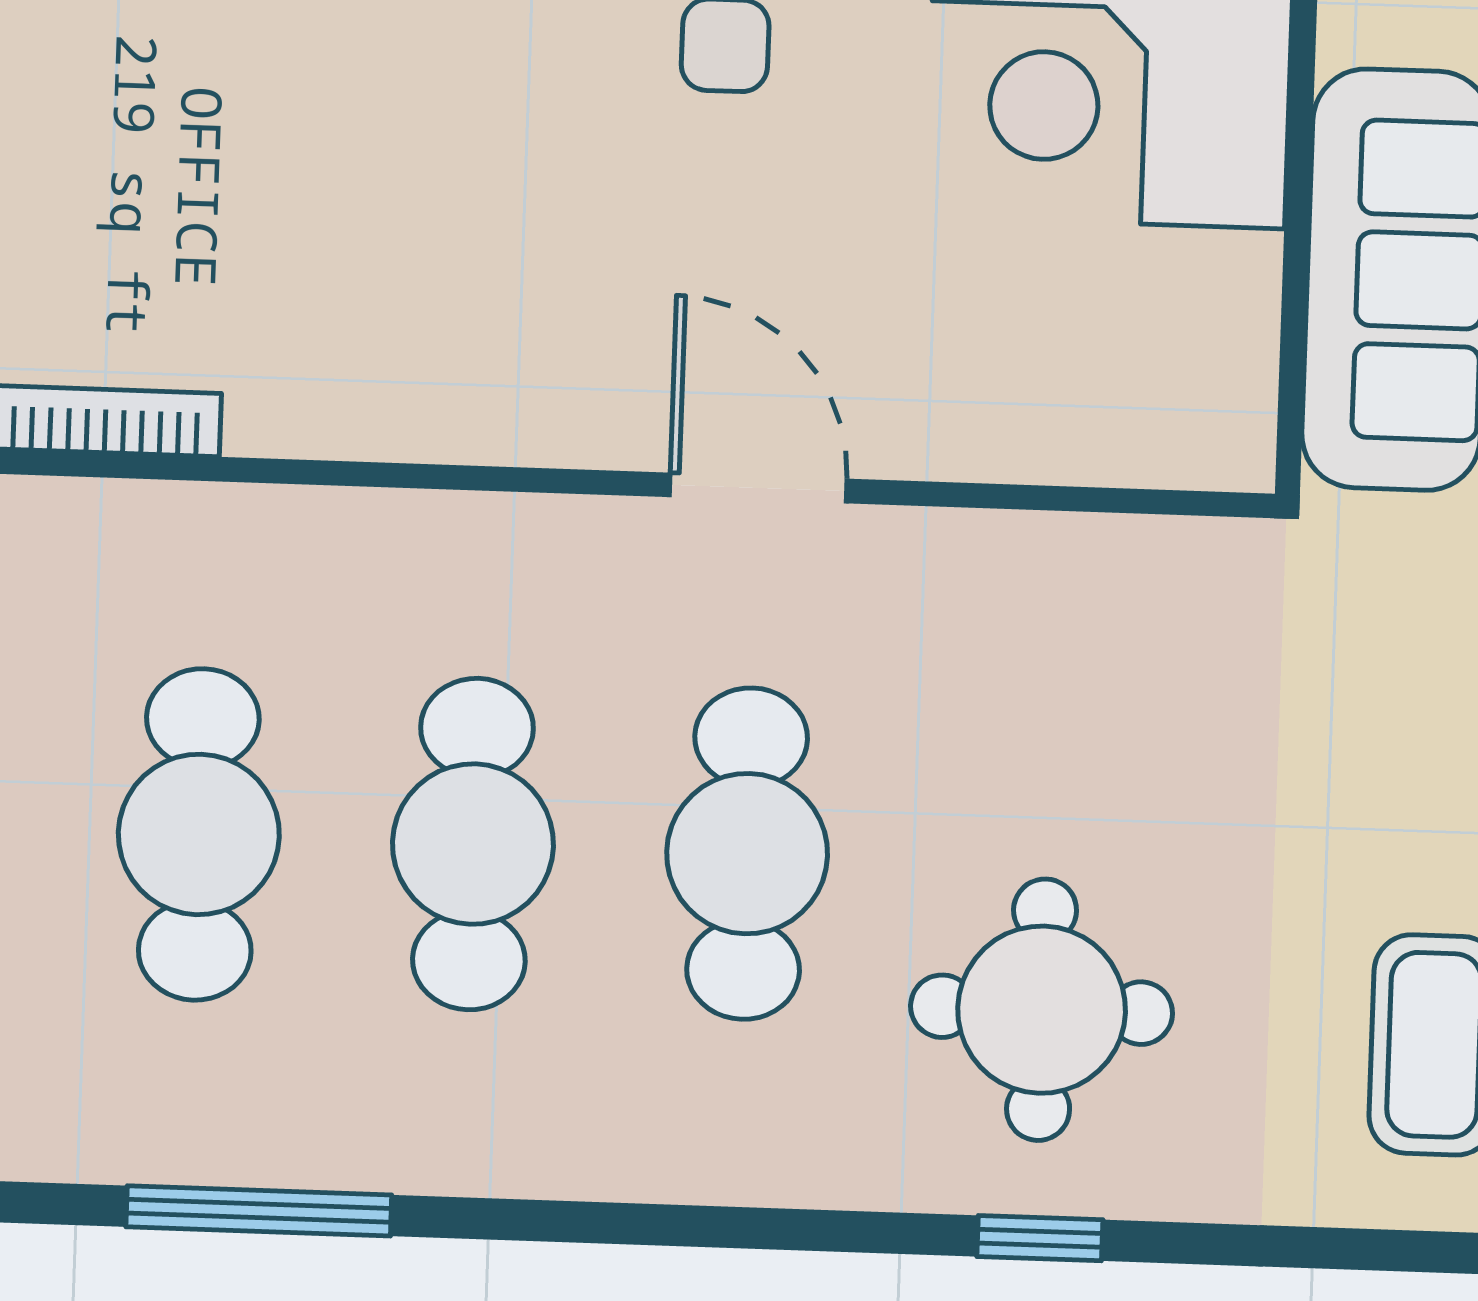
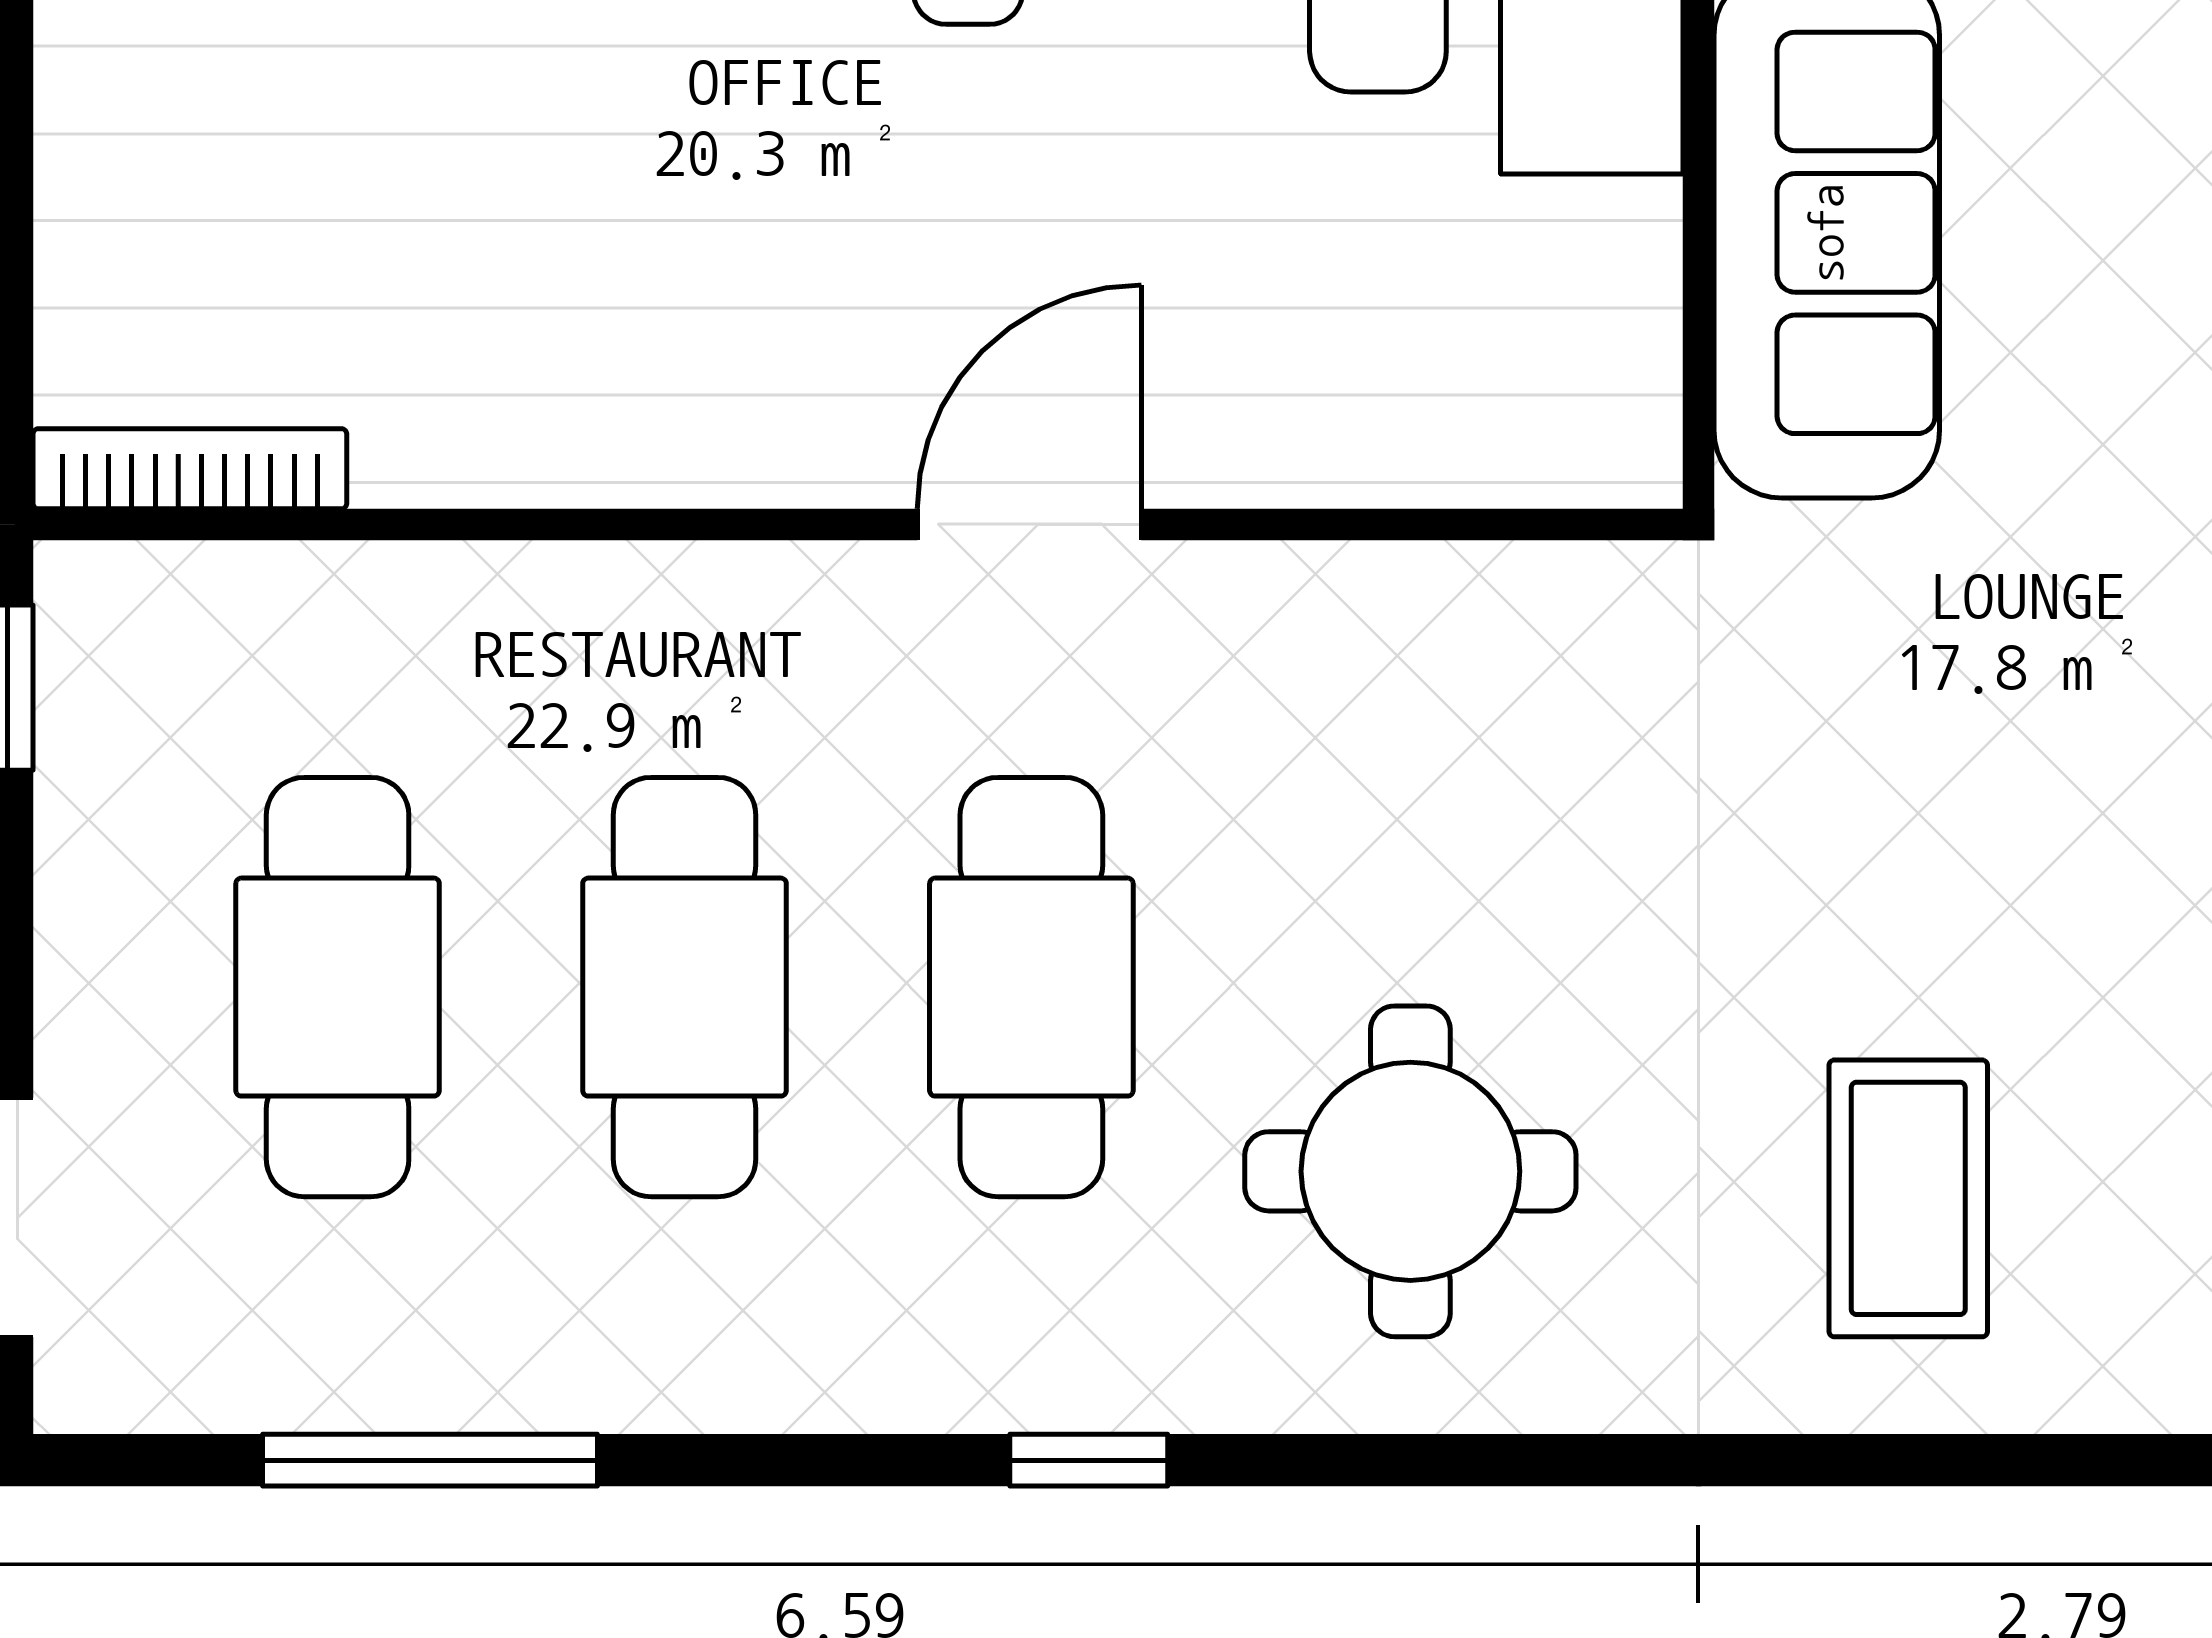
door: (758, 488) -> (1029, 524), hinge flipped
window: (1040, 1238) -> (1089, 1460), moved

